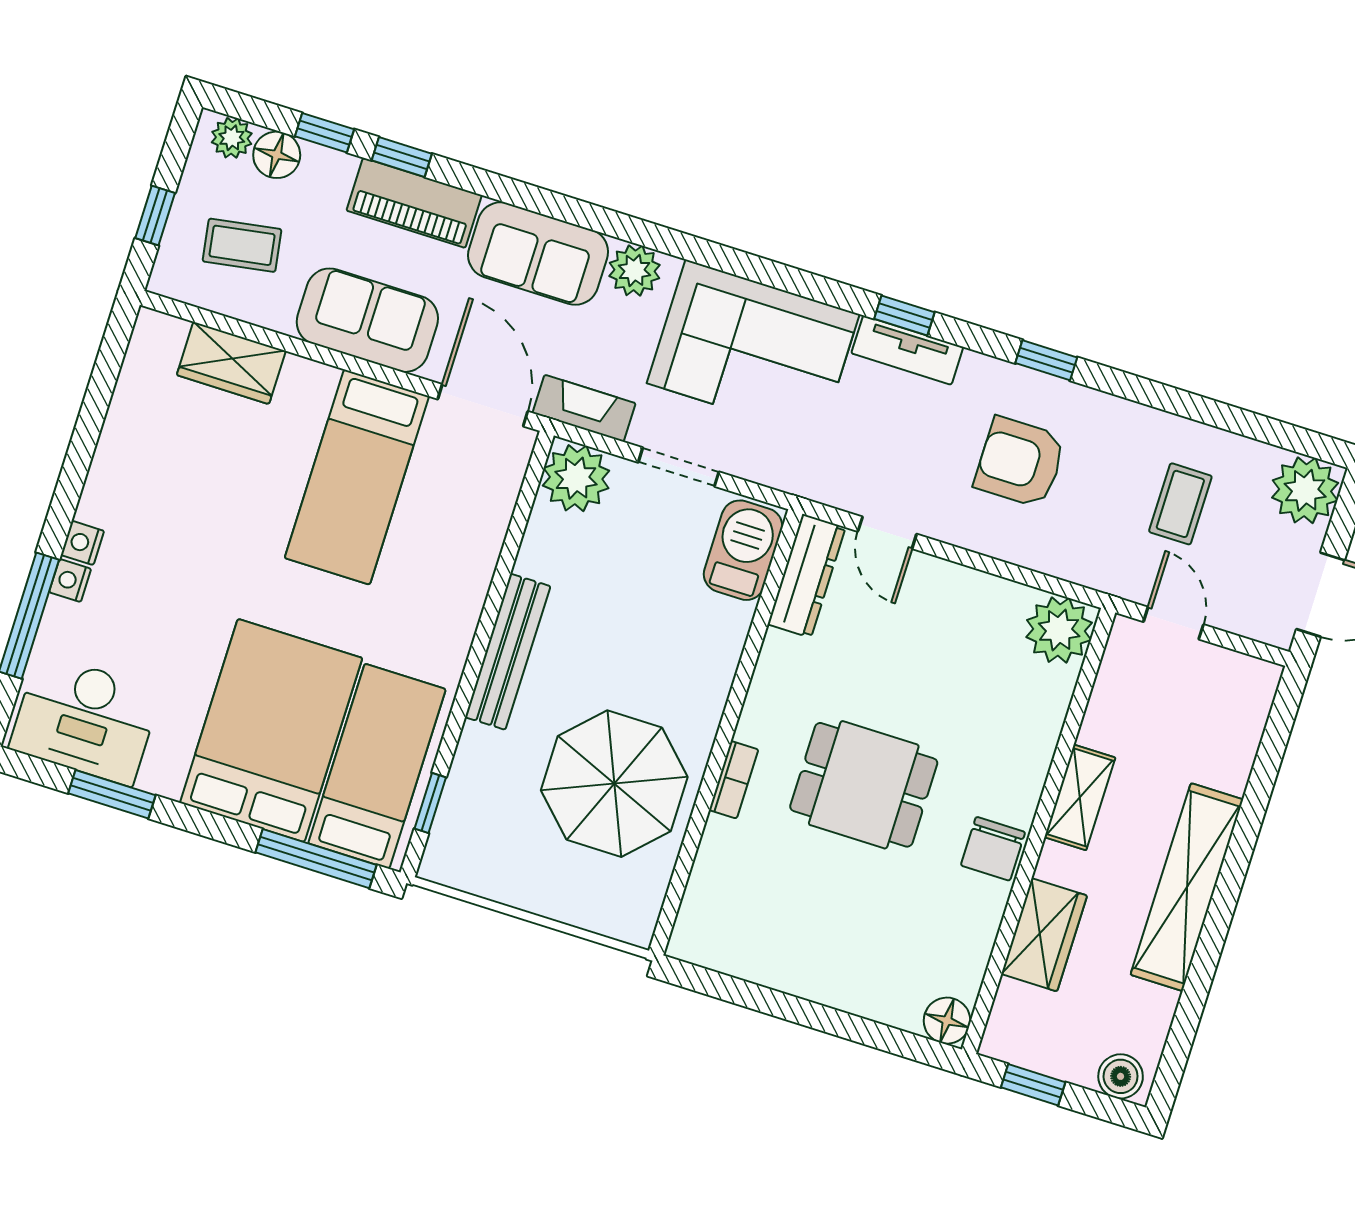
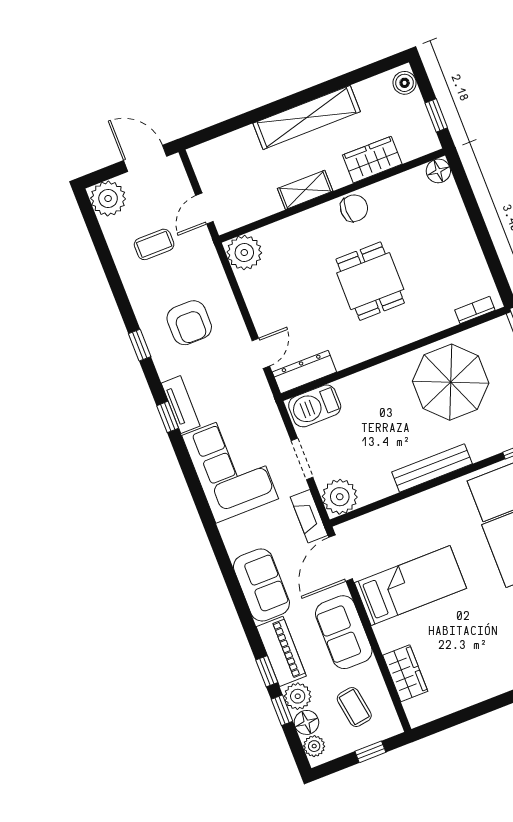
plant: (635, 270) -> (298, 696), moved
bookcase: (734, 780) -> (475, 310), moved

